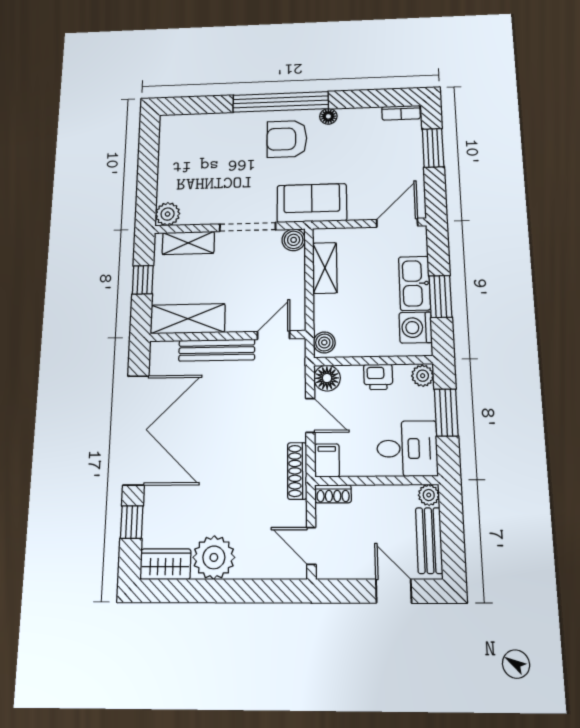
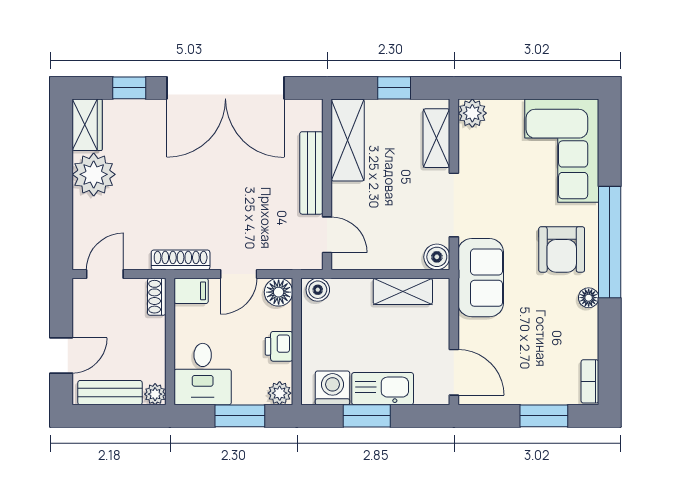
armchair: (287, 139) -> (562, 249), turned 180
corner sofa: (202, 142) -> (562, 151), added

